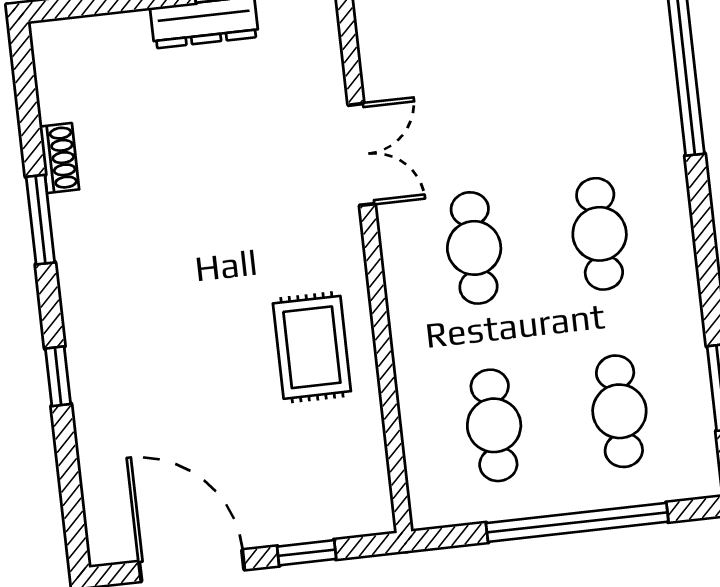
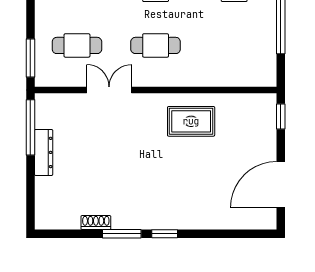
window: (58, 376) -> (165, 234), moved
cafe table: (494, 425) -> (77, 45), moved
window: (307, 553) -> (281, 116), moved

